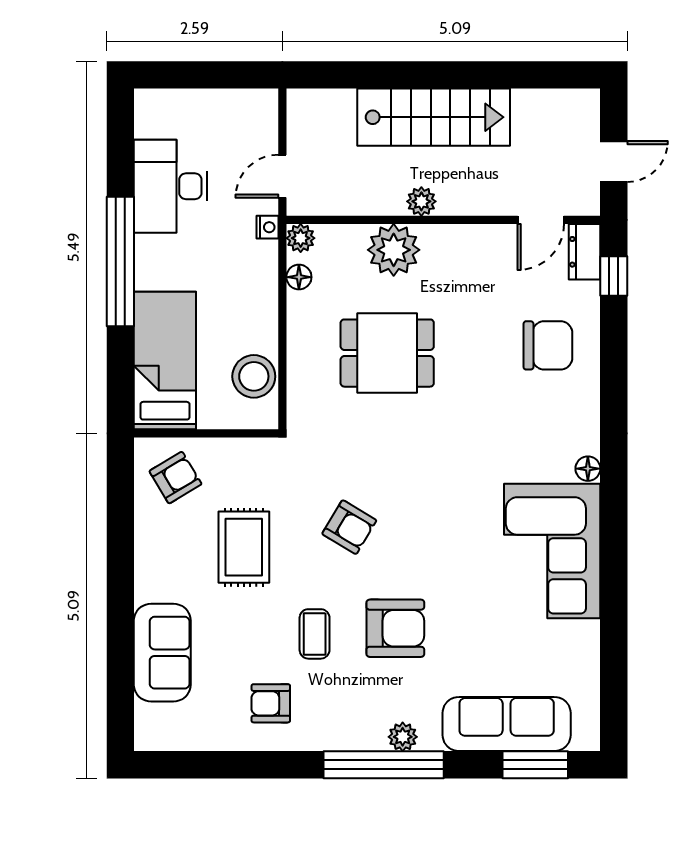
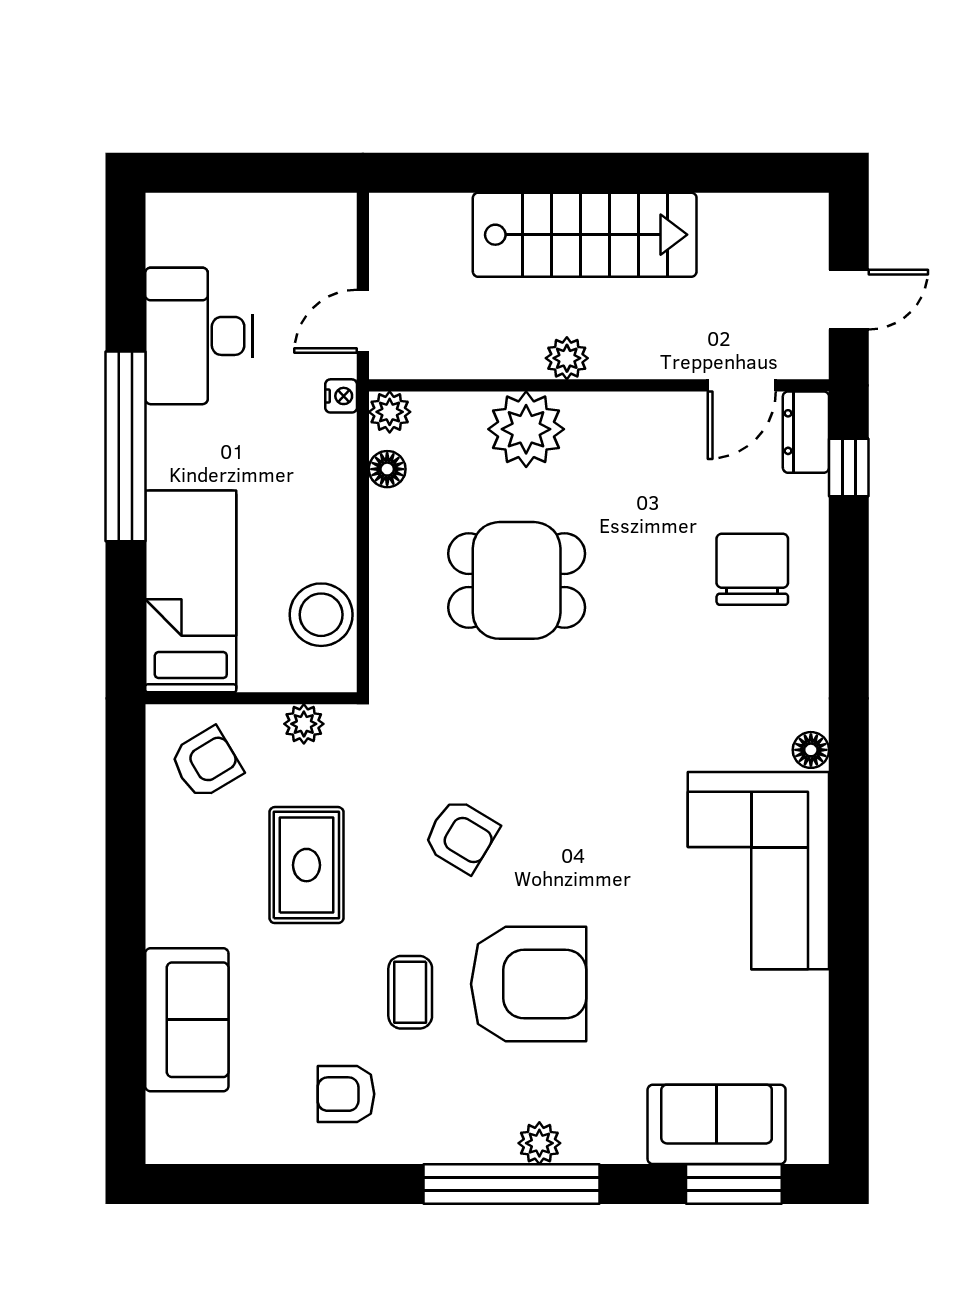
chair: (548, 345) -> (752, 569), turned -90
plant: (242, 451) -> (304, 724), added
armchair: (395, 628) -> (529, 984), width x1.36, depth x1.36
sofa: (507, 724) -> (717, 1124), width x0.73

